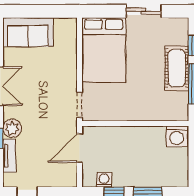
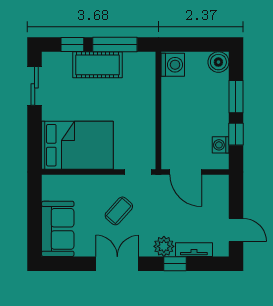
sliding door: (144, 11) -> (35, 86), moved
coffee table: (44, 88) -> (119, 211), added
boiler: (179, 178) -> (218, 62), added

